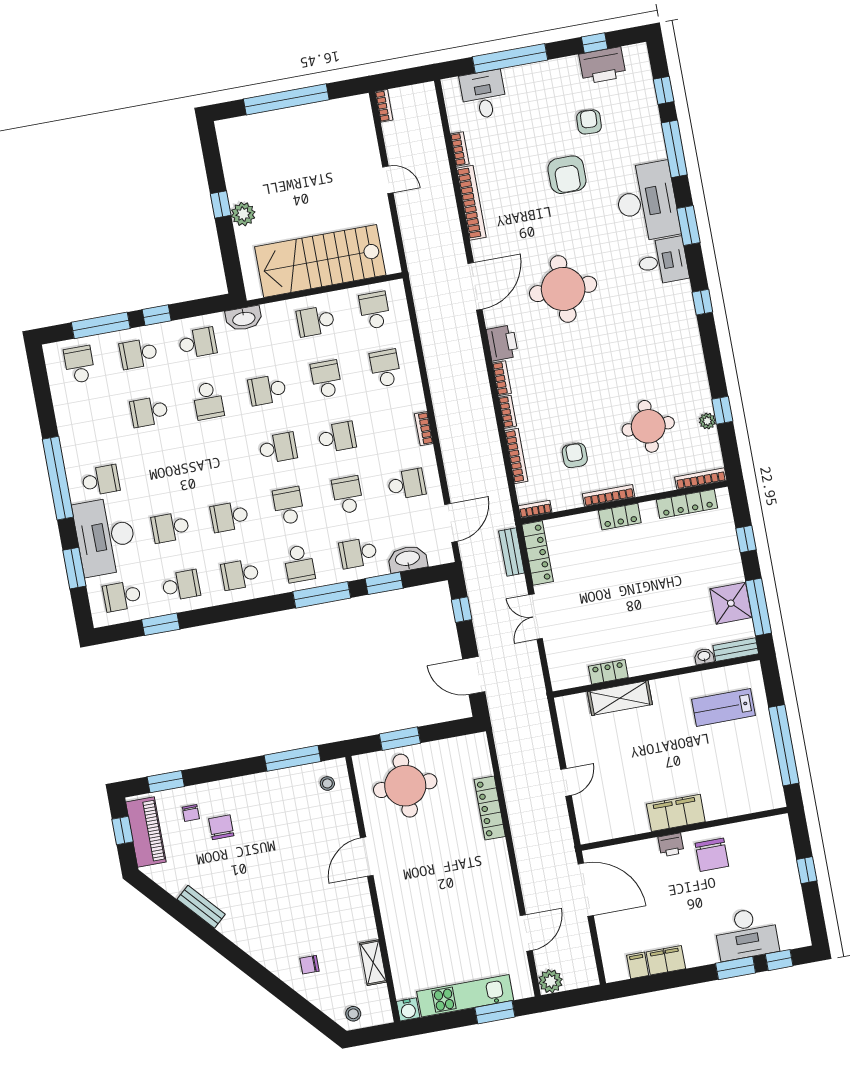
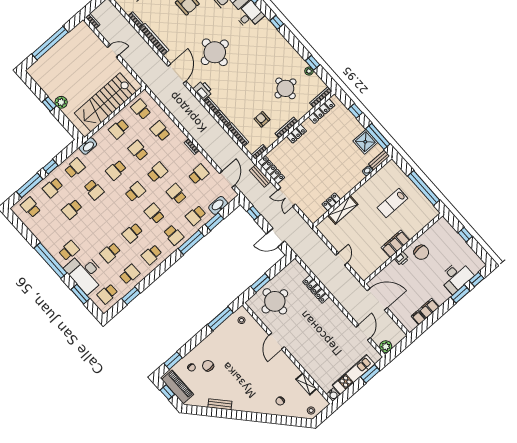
lab bench: (724, 707) -> (392, 203), moved

